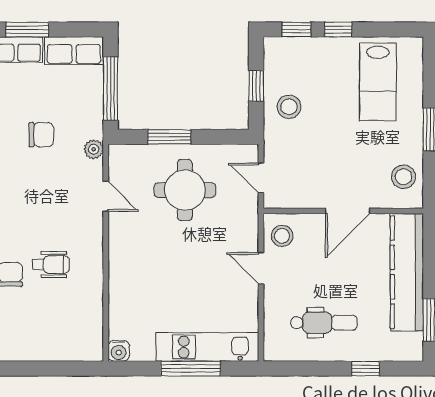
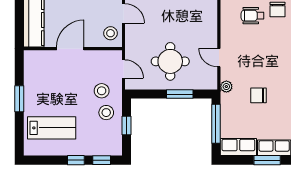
lab bench: (378, 82) -> (52, 128), turned 90
stool: (404, 177) -> (102, 91), moved

